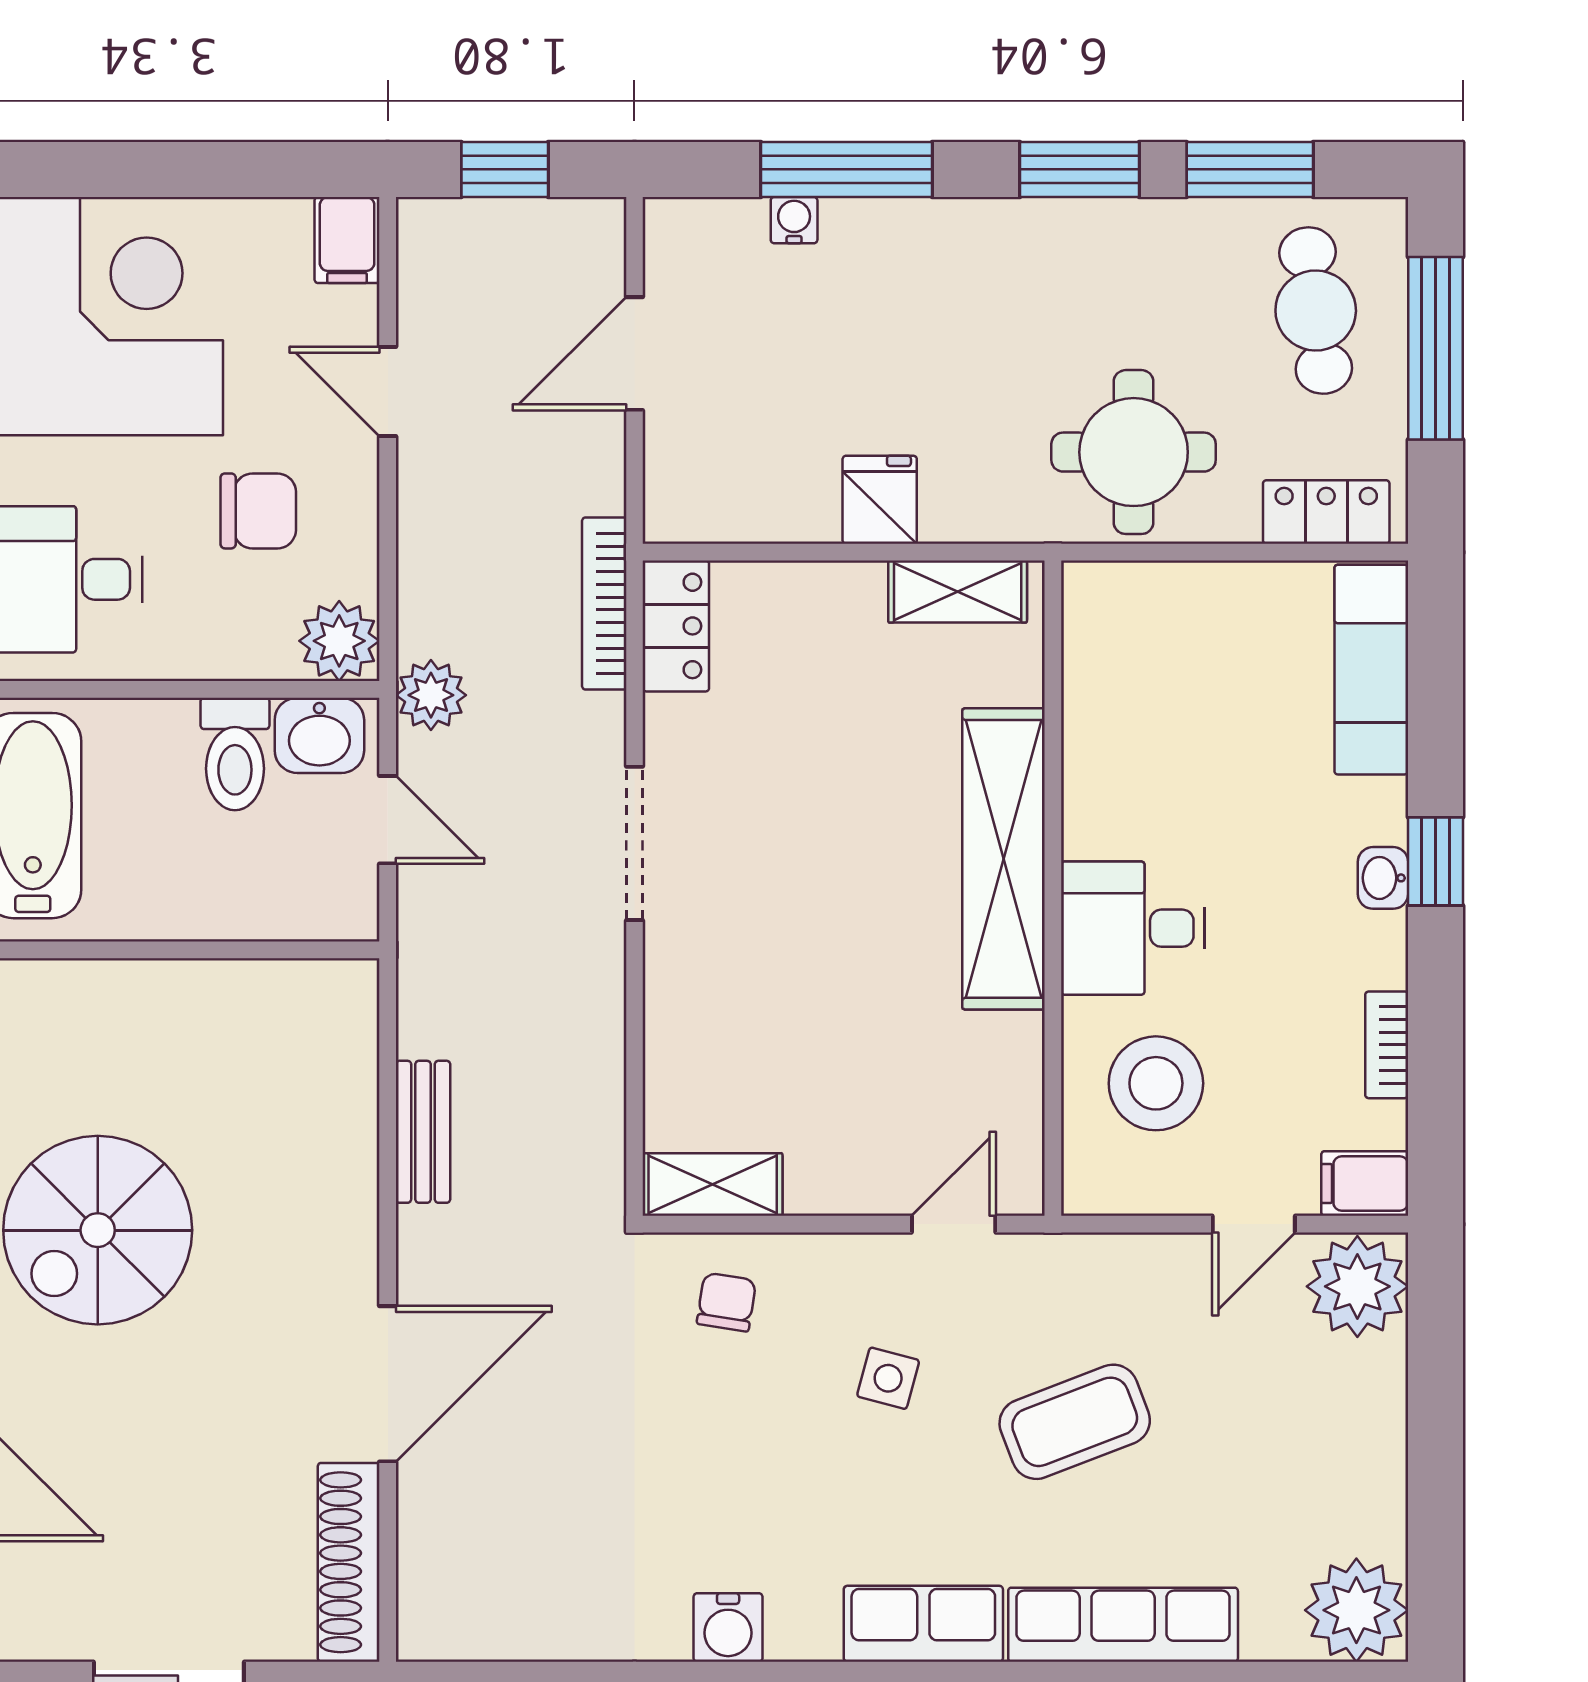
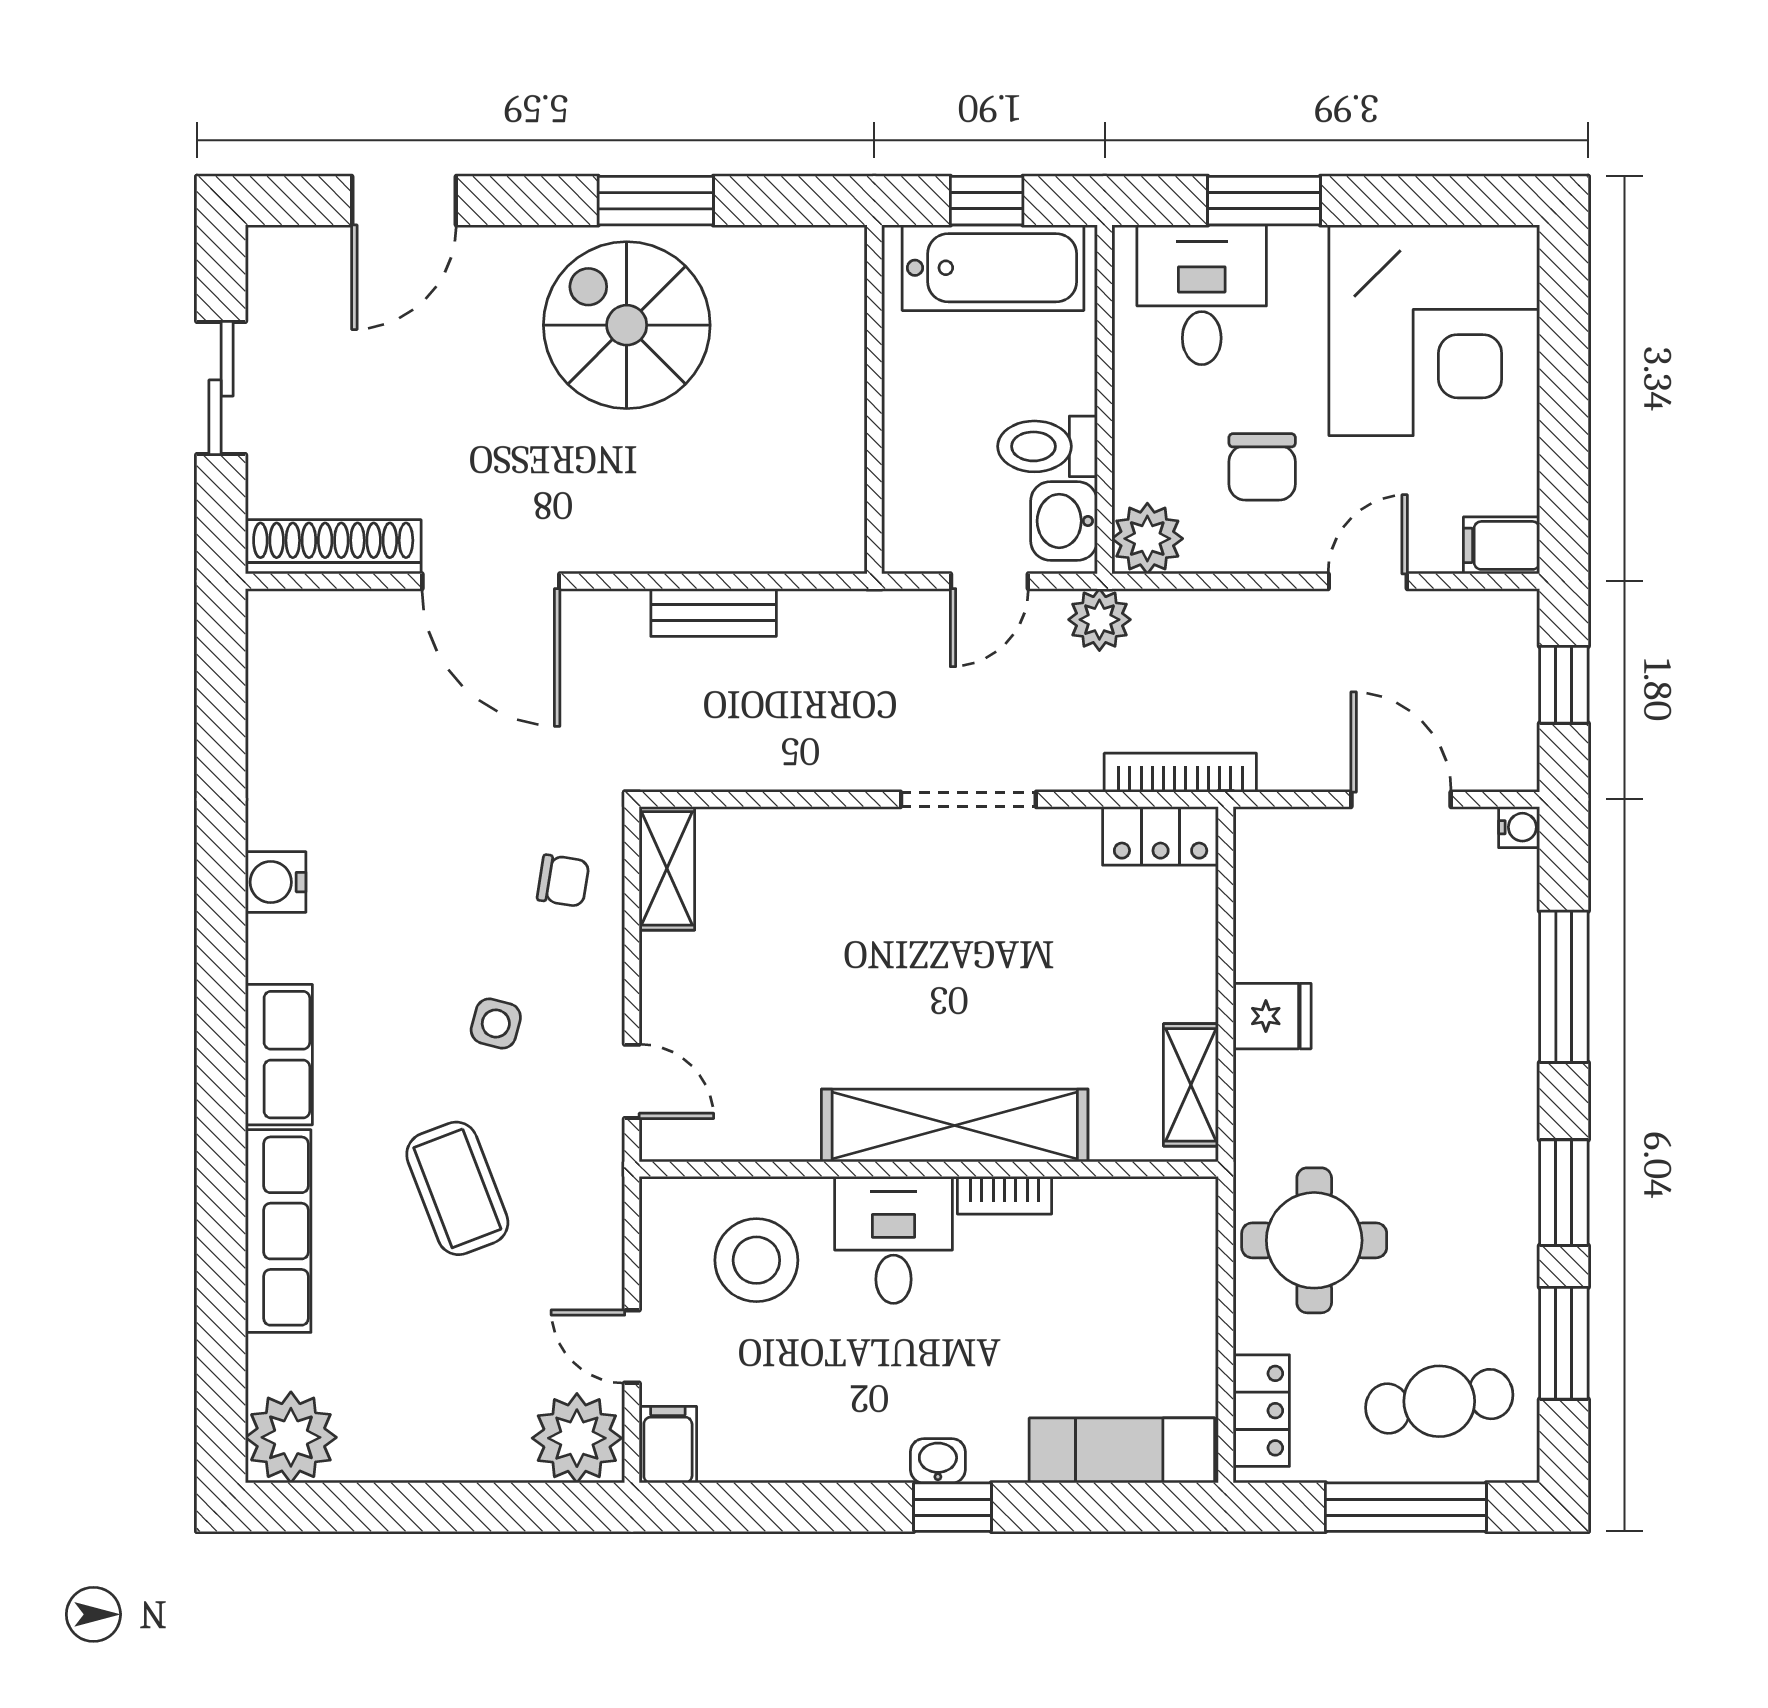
water cooler: (794, 220) -> (1519, 827), moved
bookcase: (1387, 1045) -> (1005, 1195), moved, turned 180

